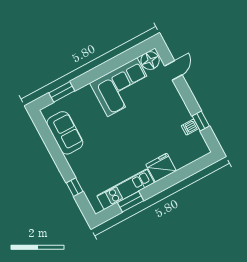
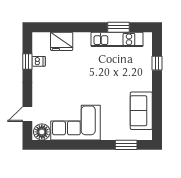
fridge: (161, 168) -> (62, 41), moved

